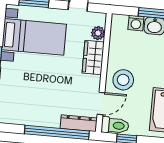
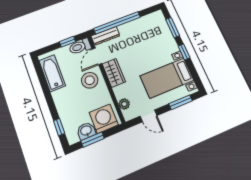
washing machine: (136, 23) -> (104, 119), width x1.89, depth x1.89
wardrobe: (93, 58) -> (114, 73), moved

